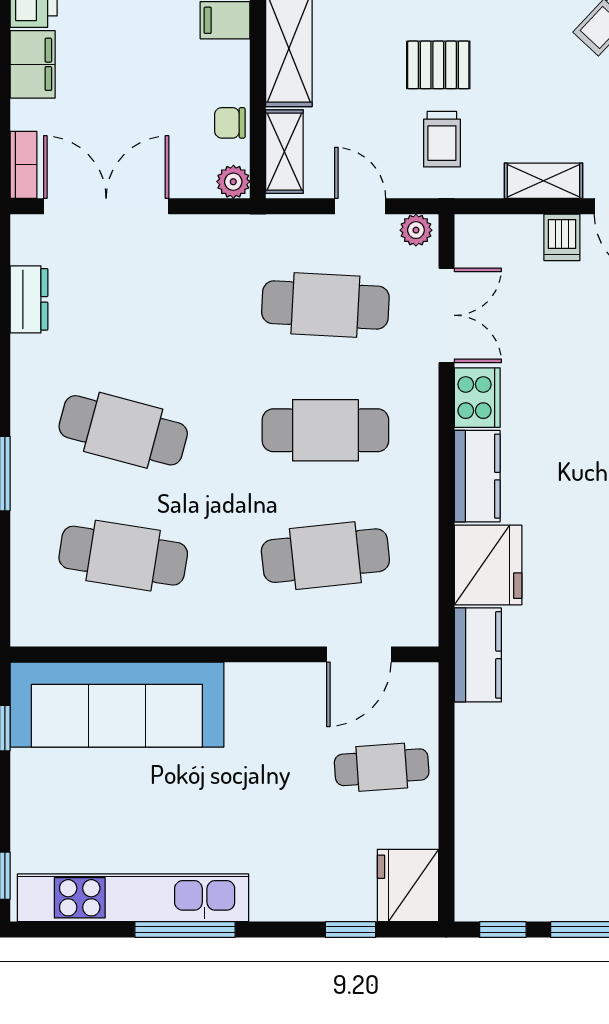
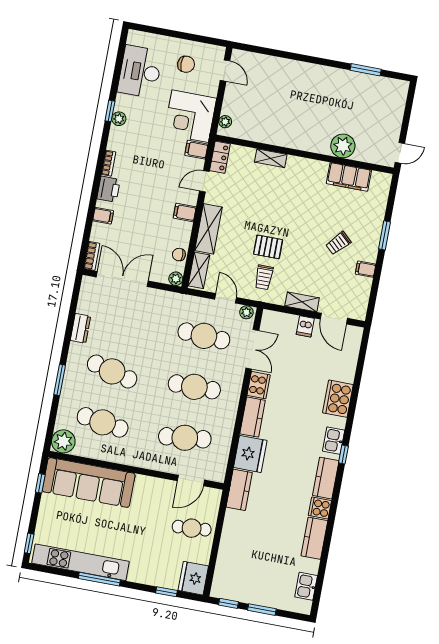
filing cabinet: (33, 64) -> (103, 216), width x0.50
dresser: (29, 299) -> (81, 328), moved
plant: (38, 618) -> (63, 441), added

